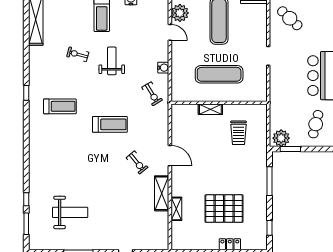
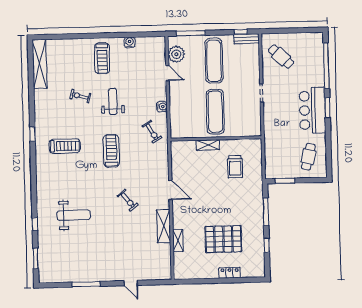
exercise mat: (219, 74) -> (215, 112), turned 90
treadmill: (110, 124) -> (111, 151), moved, turned -90
plant: (281, 138) -> (276, 171), removed
exercise bike: (137, 162) -> (128, 200), moved
window: (26, 199) -> (35, 224), moved
weight bench: (70, 212) -> (74, 215), moved
window: (269, 228) -> (267, 245), moved

